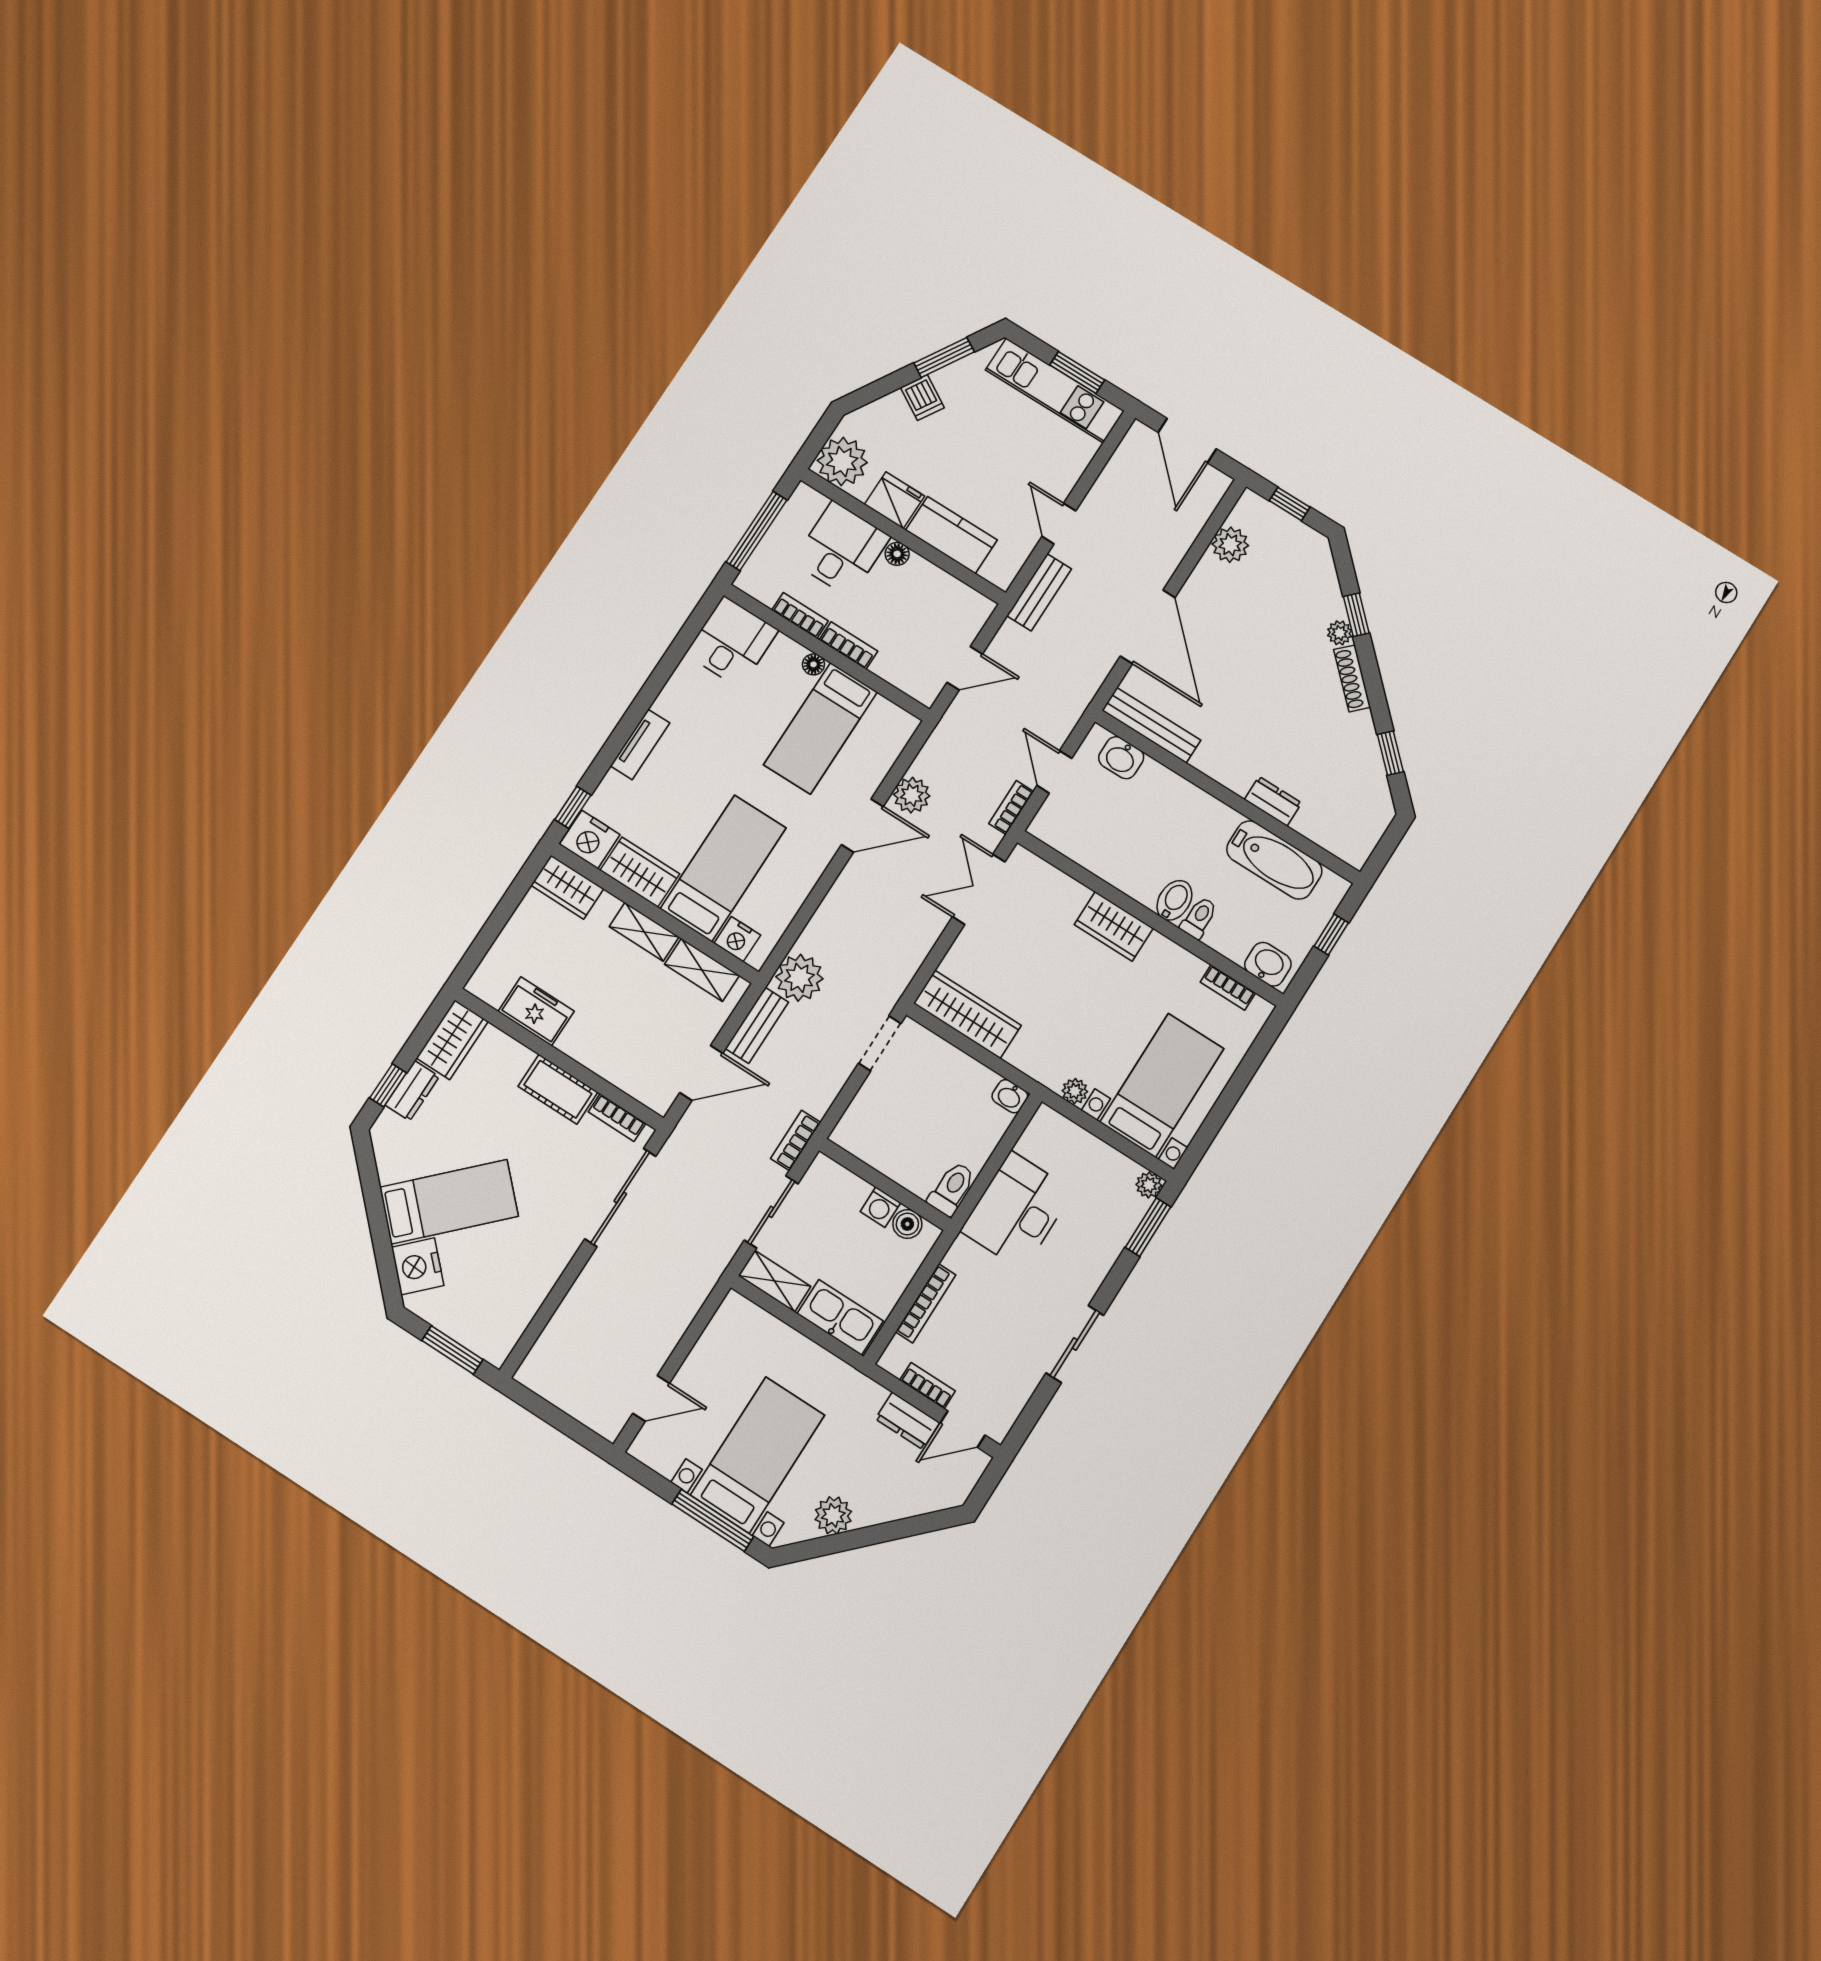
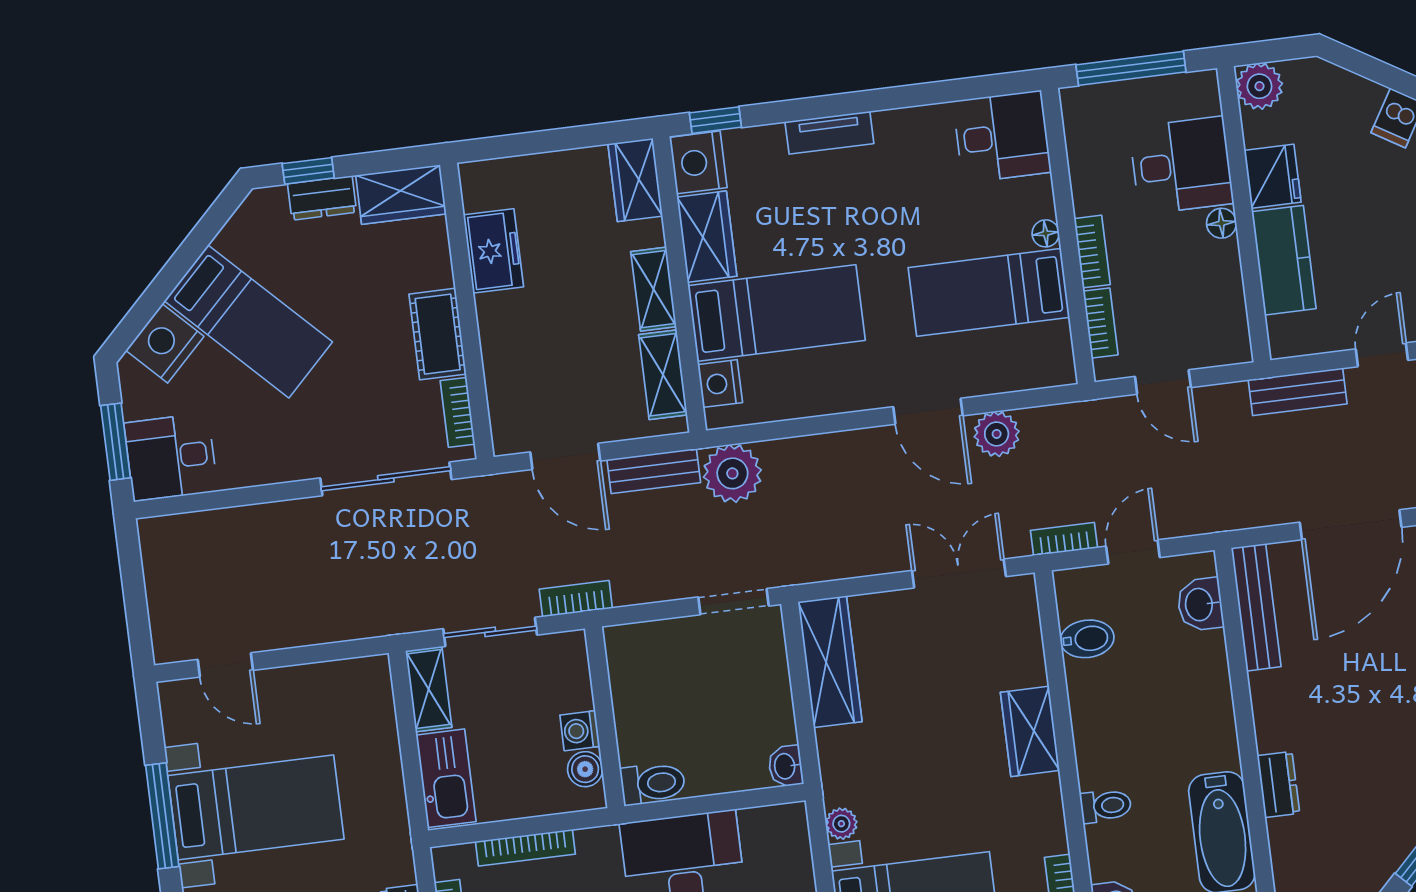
plant: (842, 462) -> (1259, 86), width x0.73, depth x0.73
bookcase: (800, 615) -> (1101, 323), moved
bidet: (1174, 900) -> (1087, 639), moved
desk: (492, 1323) -> (171, 457), added

